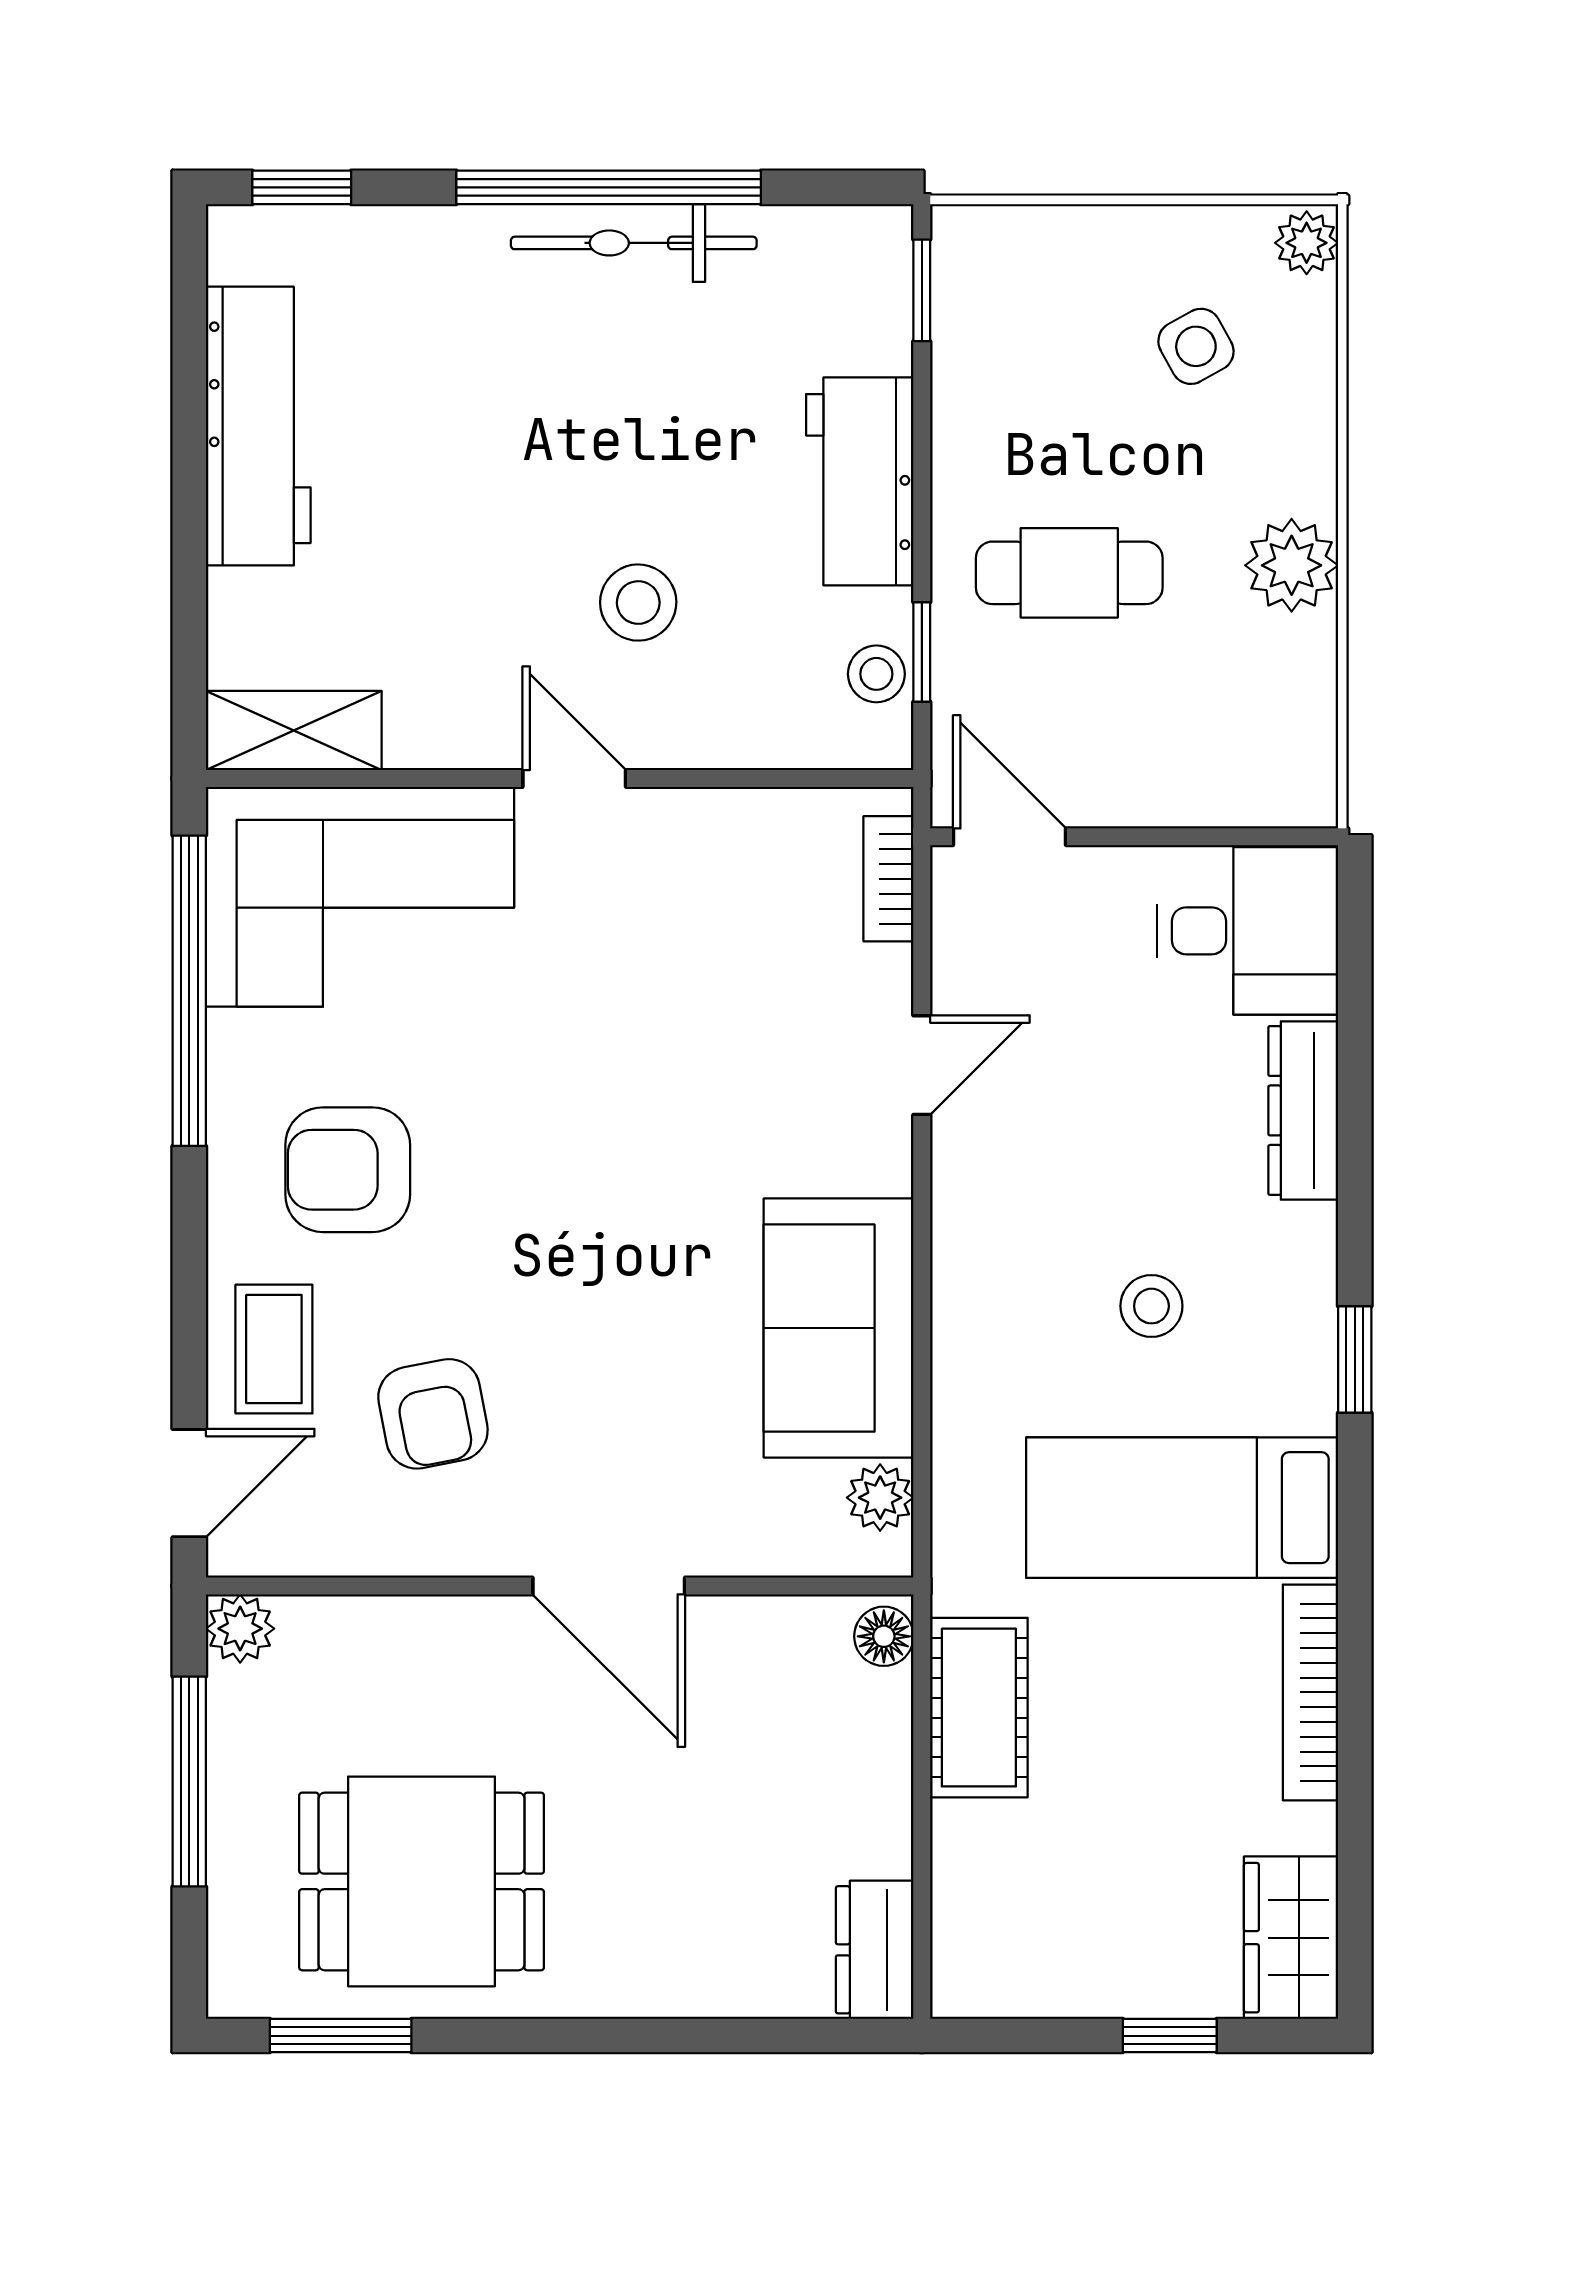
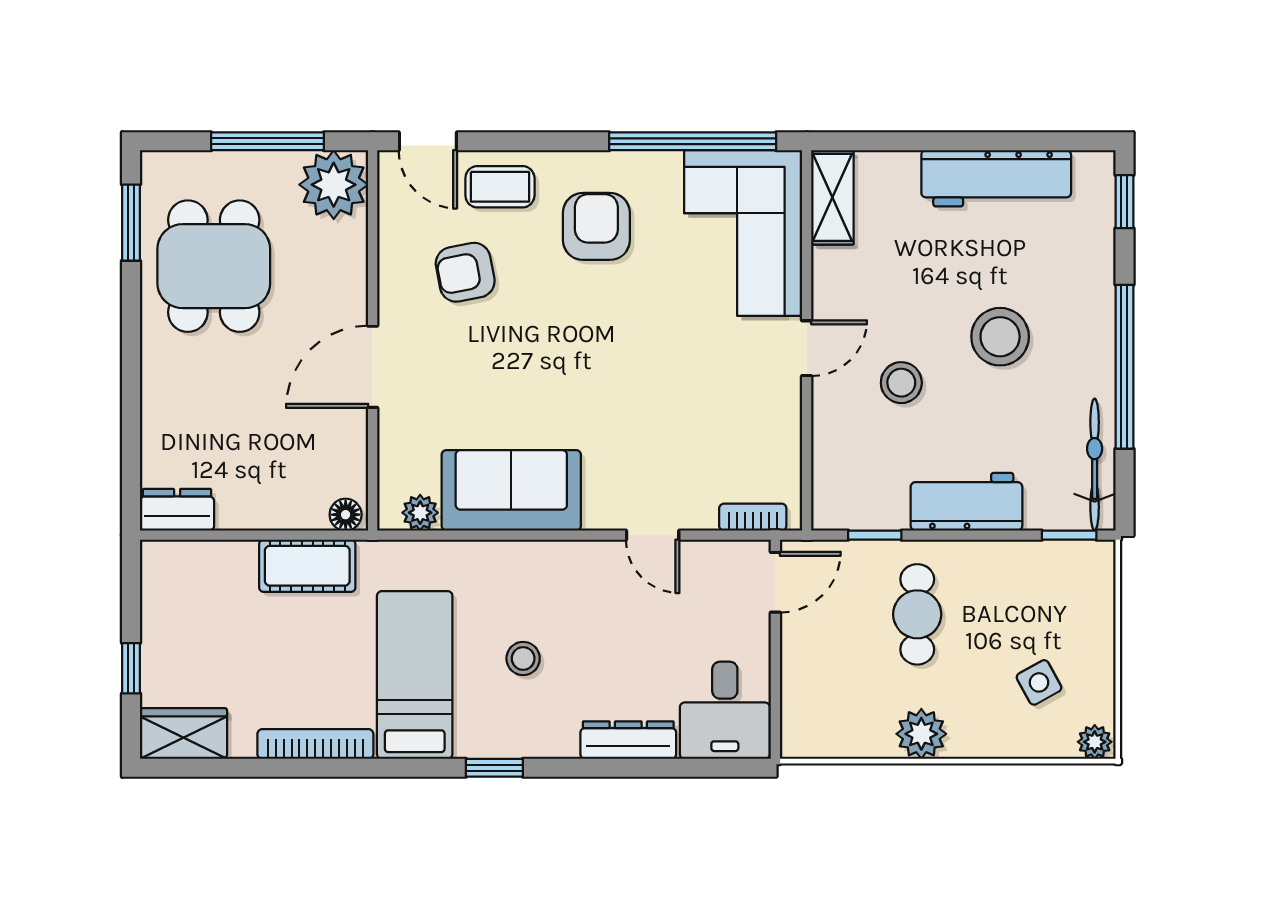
bicycle: (634, 243) -> (1095, 465), moved
stool: (876, 674) -> (1000, 337), moved, width x1.89, depth x1.89
plant: (240, 1629) -> (334, 185), width x1.87, depth x1.87

